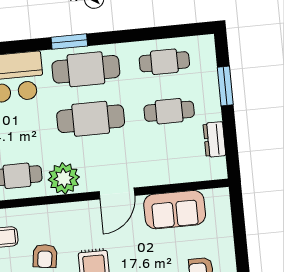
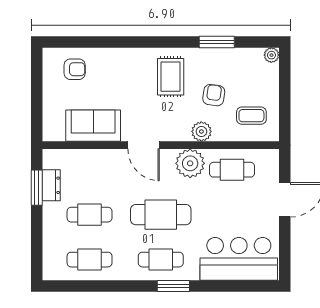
cafe table: (86, 69) -> (161, 260), width x0.73, depth x0.74
window: (225, 86) -> (37, 188), moved
door: (117, 193) -> (144, 145), swing flipped
plant: (55, 215) -> (201, 131), added

